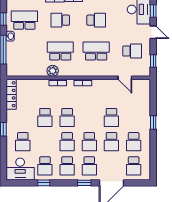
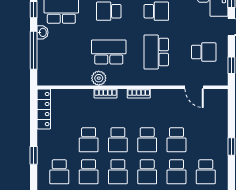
school desk: (96, 51) -> (156, 52), turned -90
school desk: (89, 117) -> (147, 140), added
school desk: (45, 142) -> (89, 172), added

